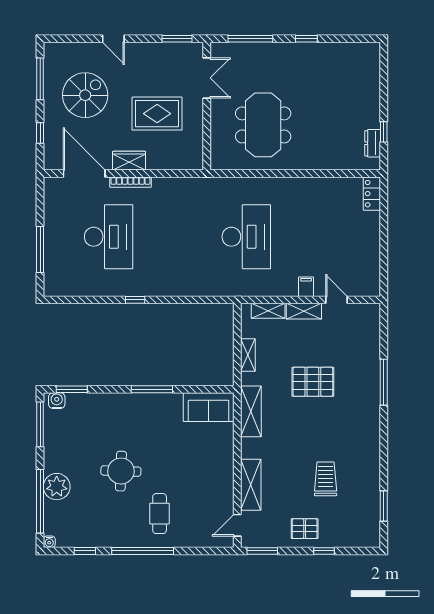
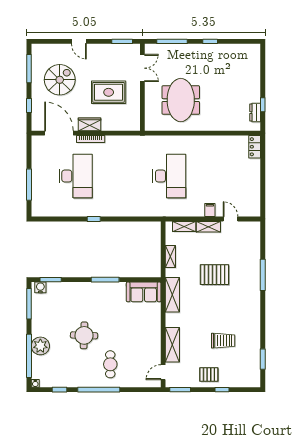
trolley: (326, 479) -> (223, 341), turned 90

